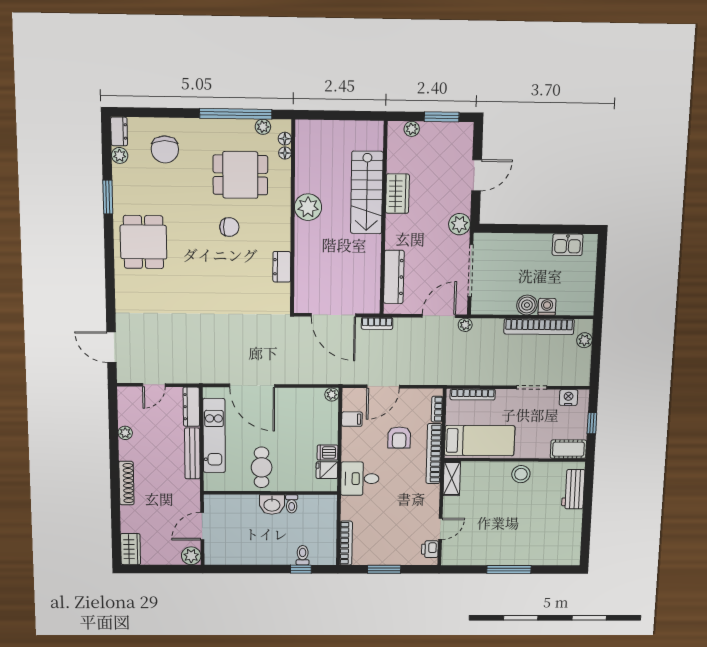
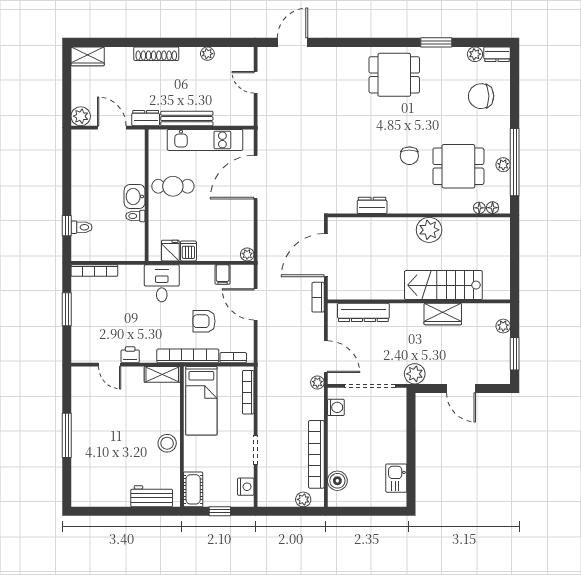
plant: (263, 127) -> (503, 165), moved
dining table: (240, 175) -> (458, 166), turned 90
boiler: (527, 305) -> (337, 481), moved
washing machine: (547, 307) -> (336, 407), moved
dresser: (191, 407) -> (146, 118), moved, width x0.70
printer: (430, 549) -> (130, 355), moved

